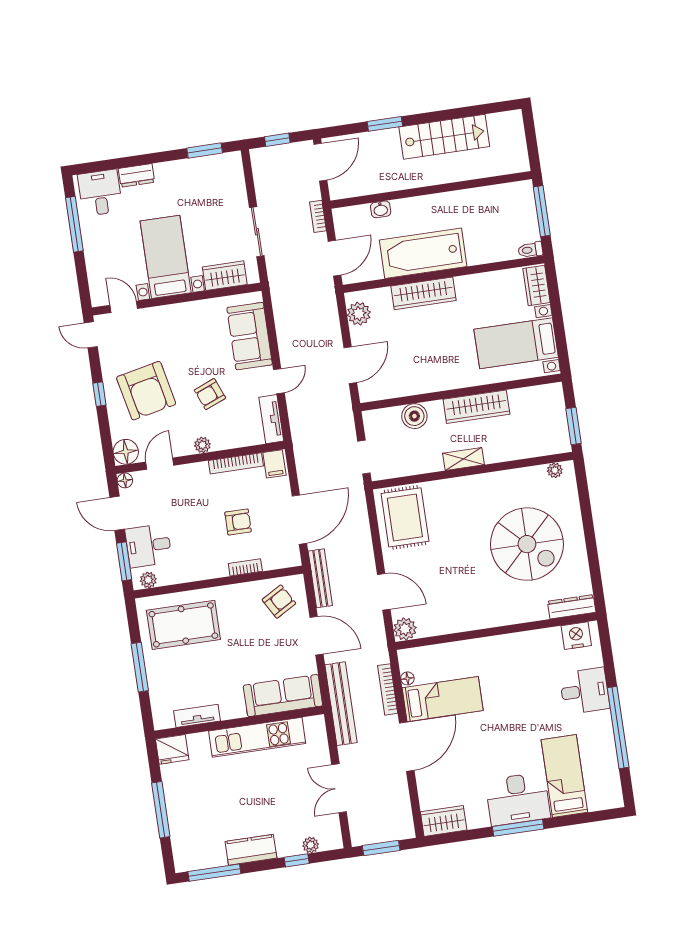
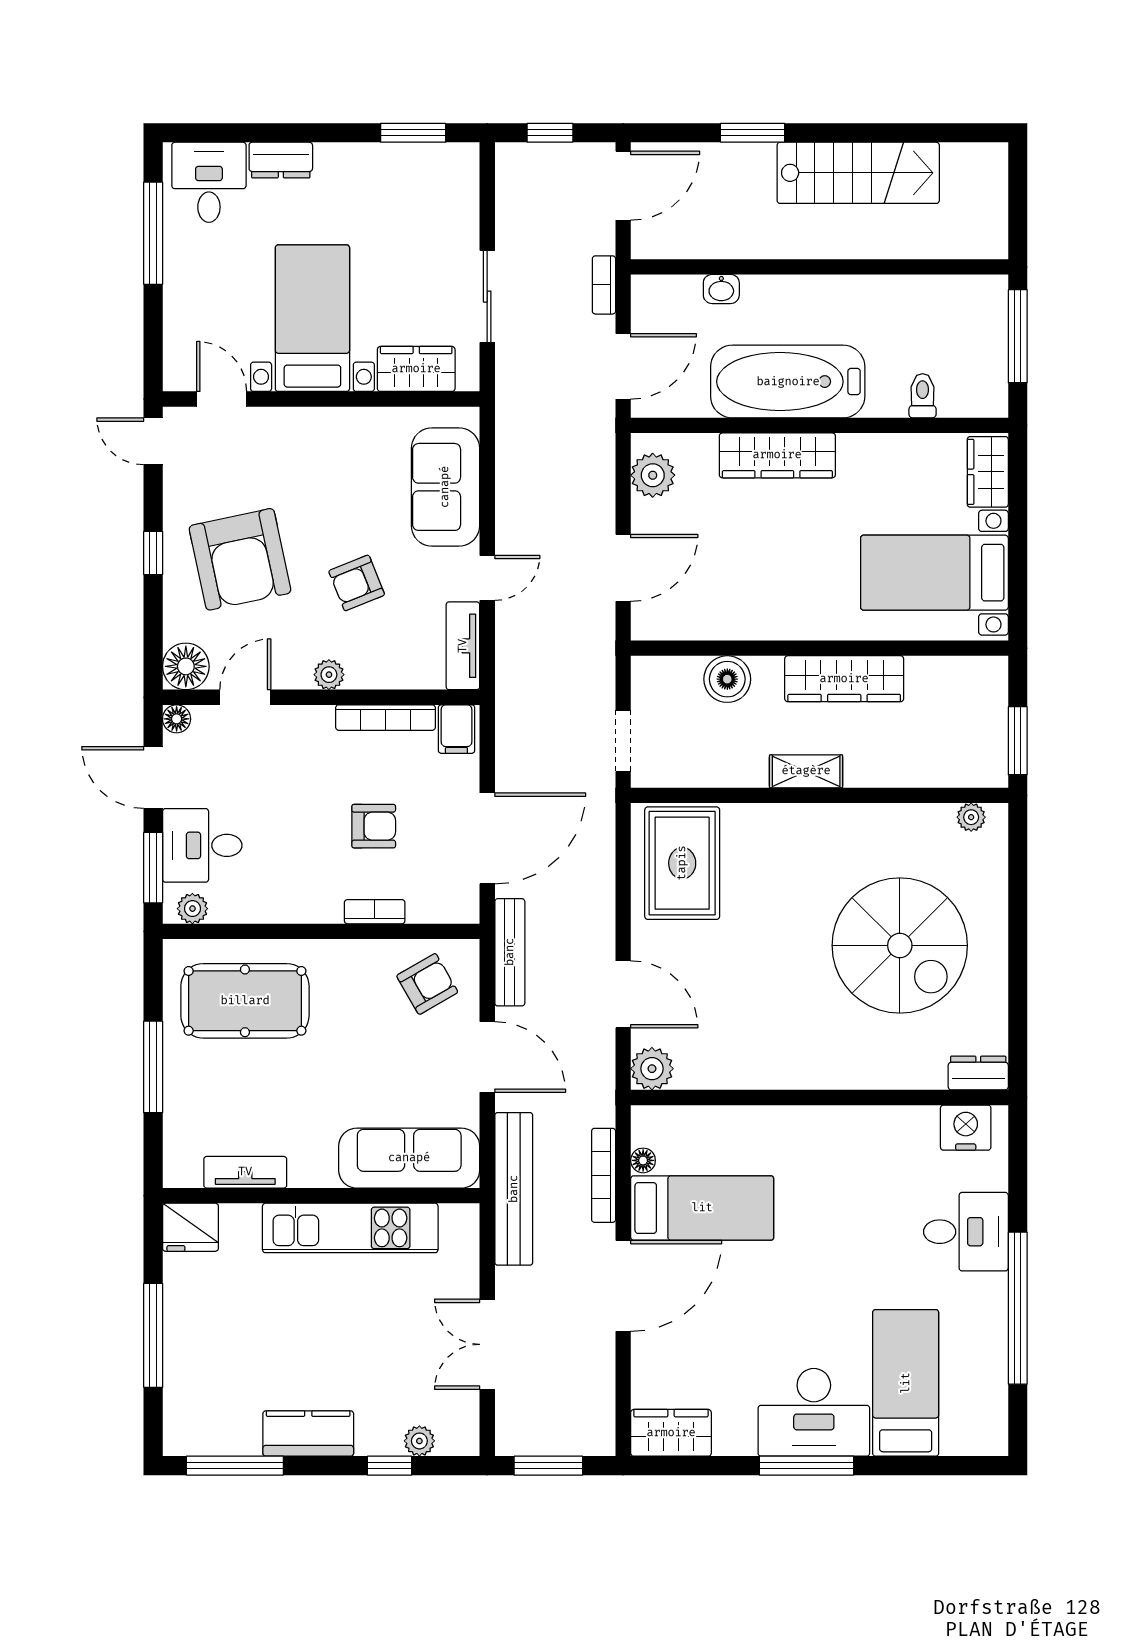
toilet: (530, 250) -> (923, 396), moved, turned 90
dresser: (572, 607) -> (978, 1073), width x0.70

